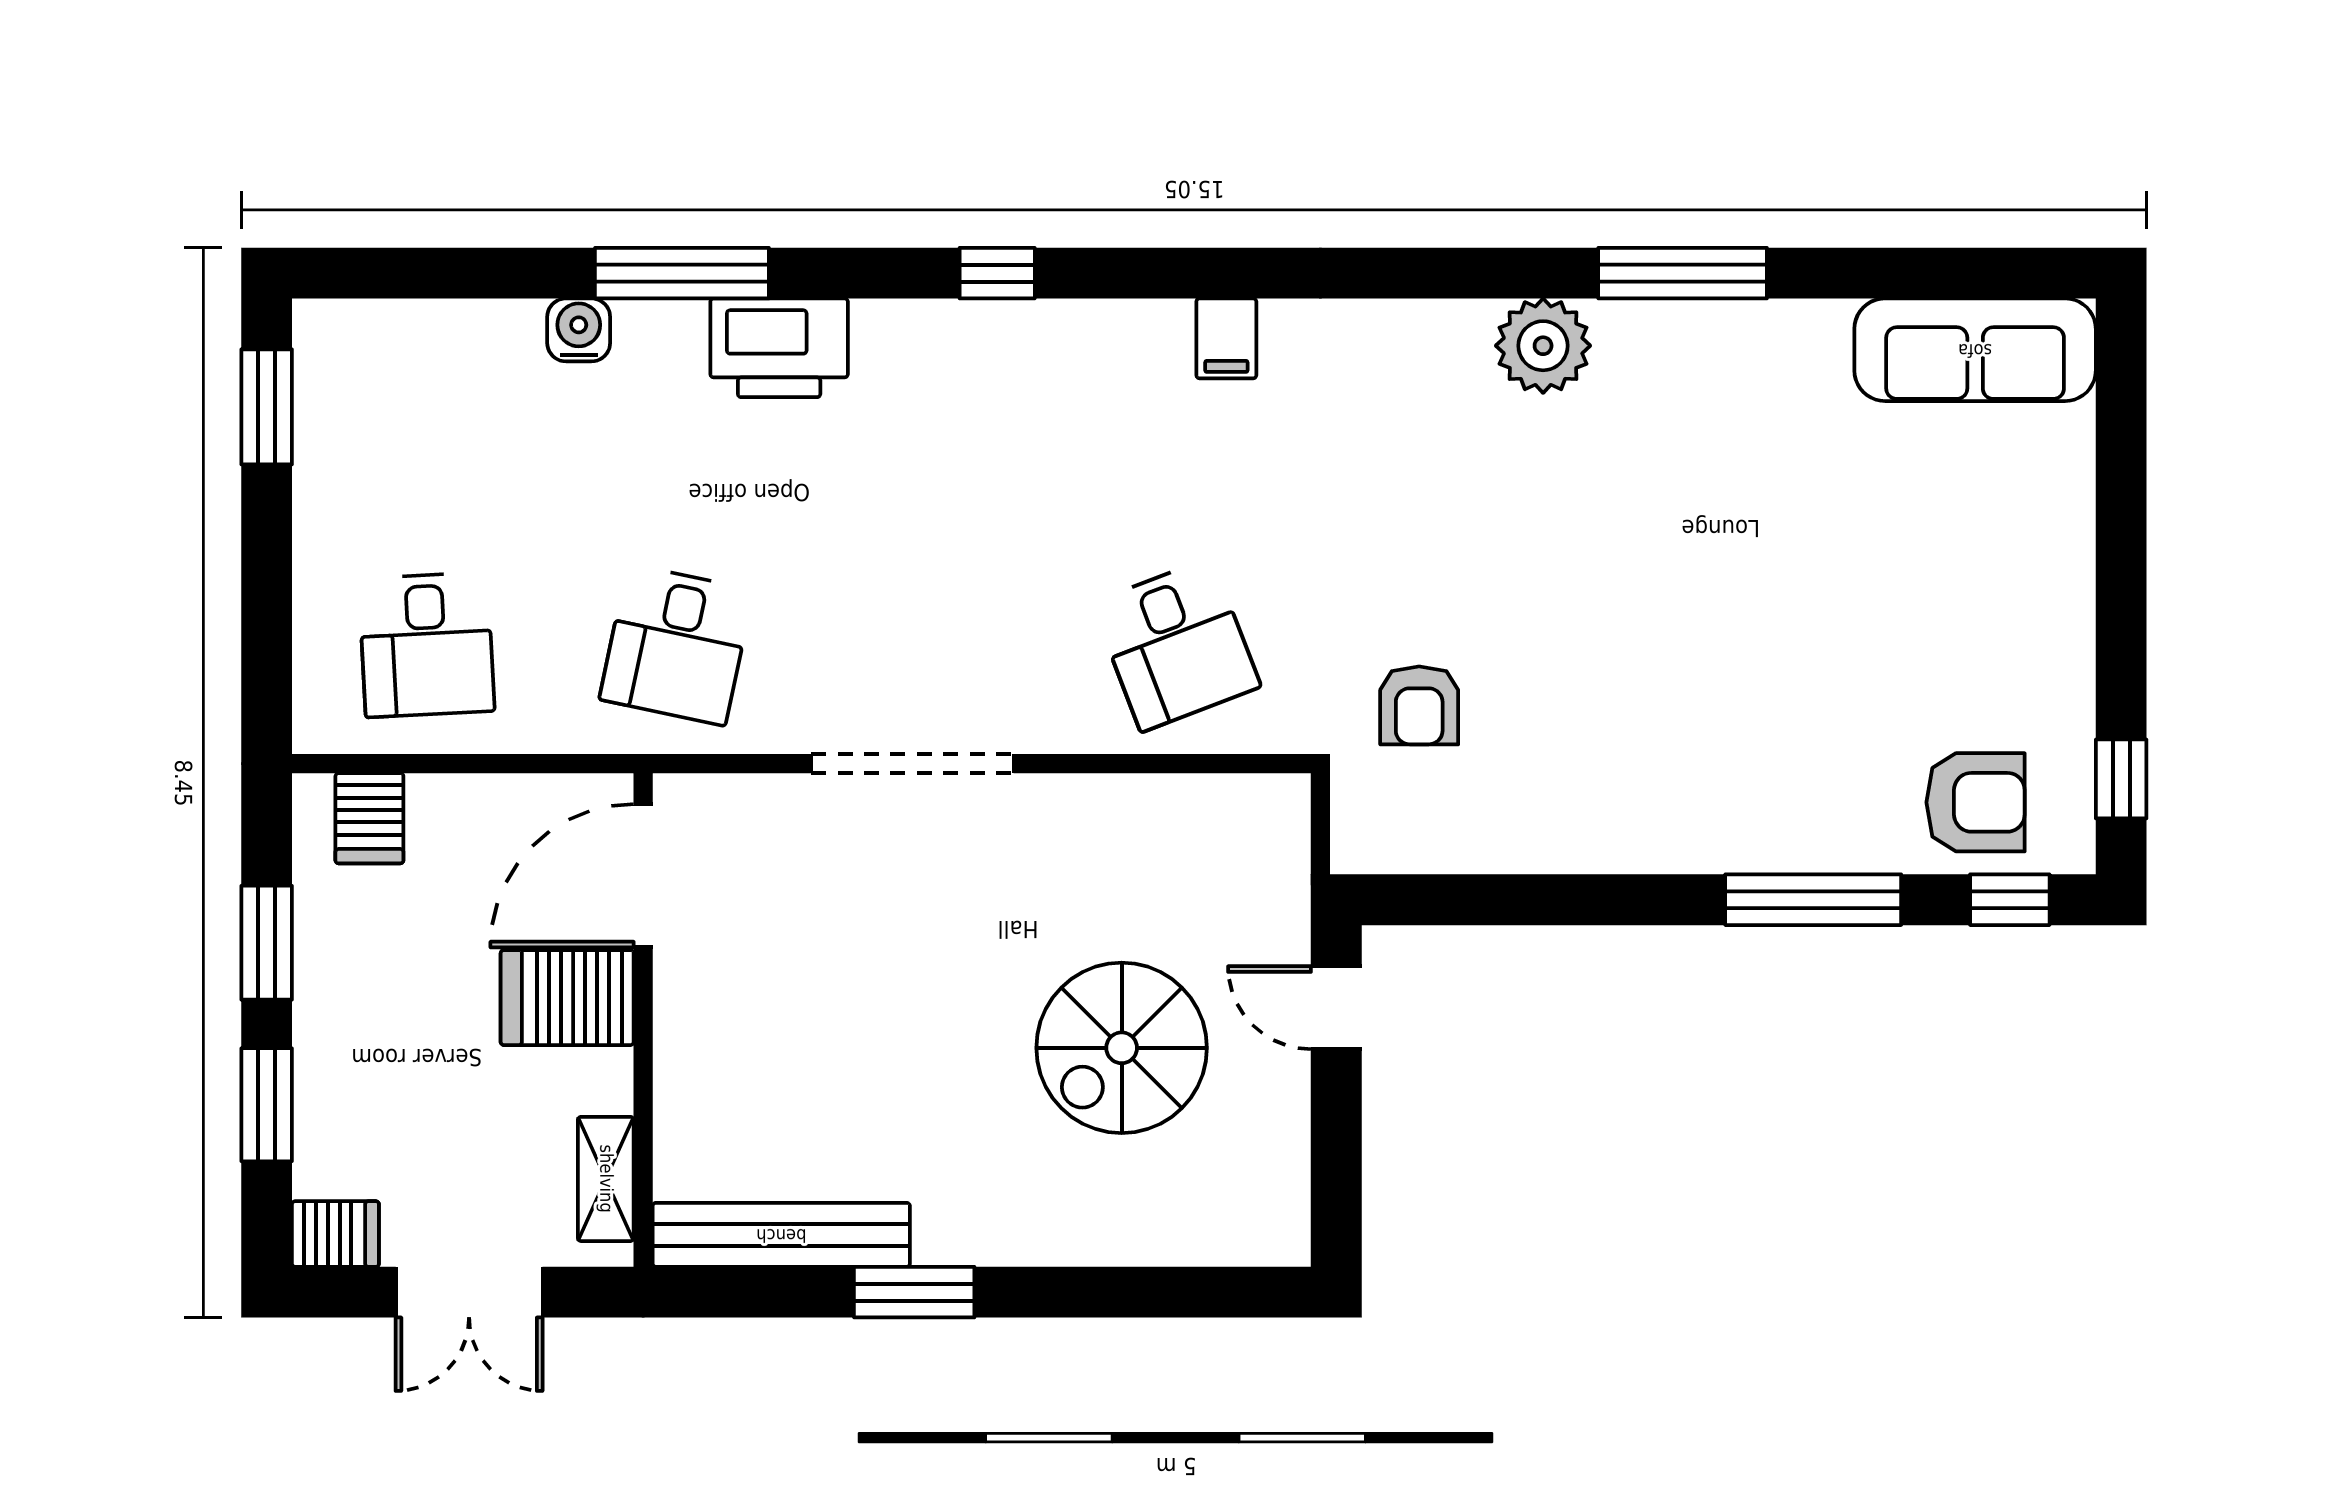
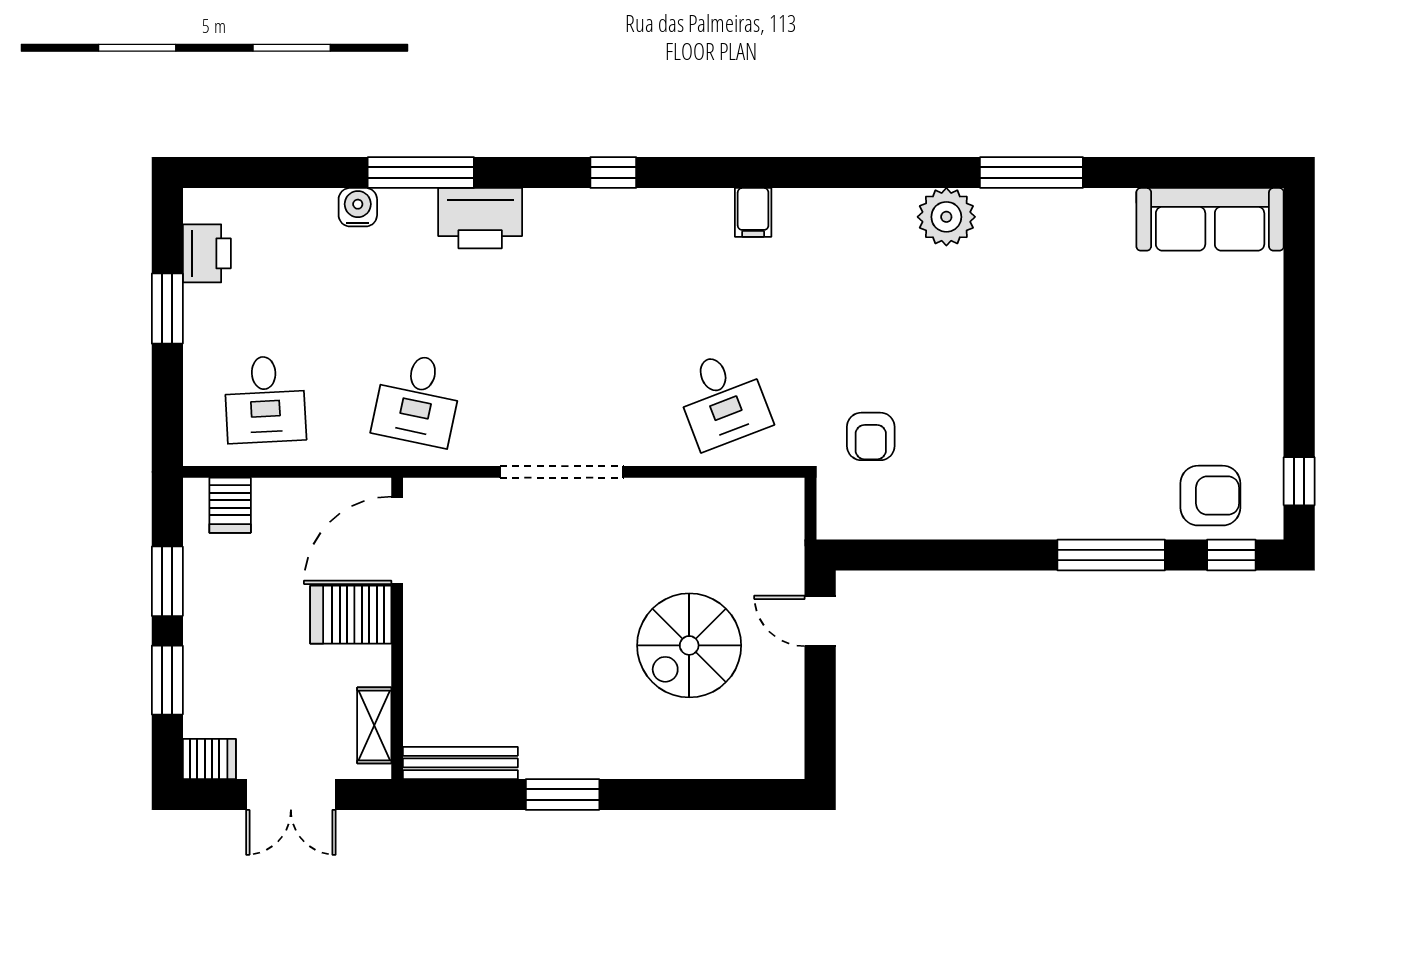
printer: (331, 406) -> (207, 253), added
window: (267, 407) -> (167, 309), moved
bench: (781, 1235) -> (460, 763), width x0.73, depth x0.82

